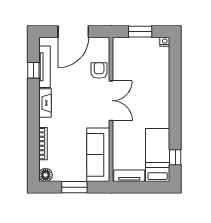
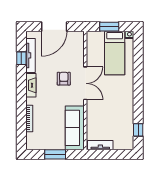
armchair: (99, 70) -> (64, 79), moved
bed: (158, 155) -> (115, 53), moved, turned 180
floor lamp: (45, 175) -> (31, 144), removed

